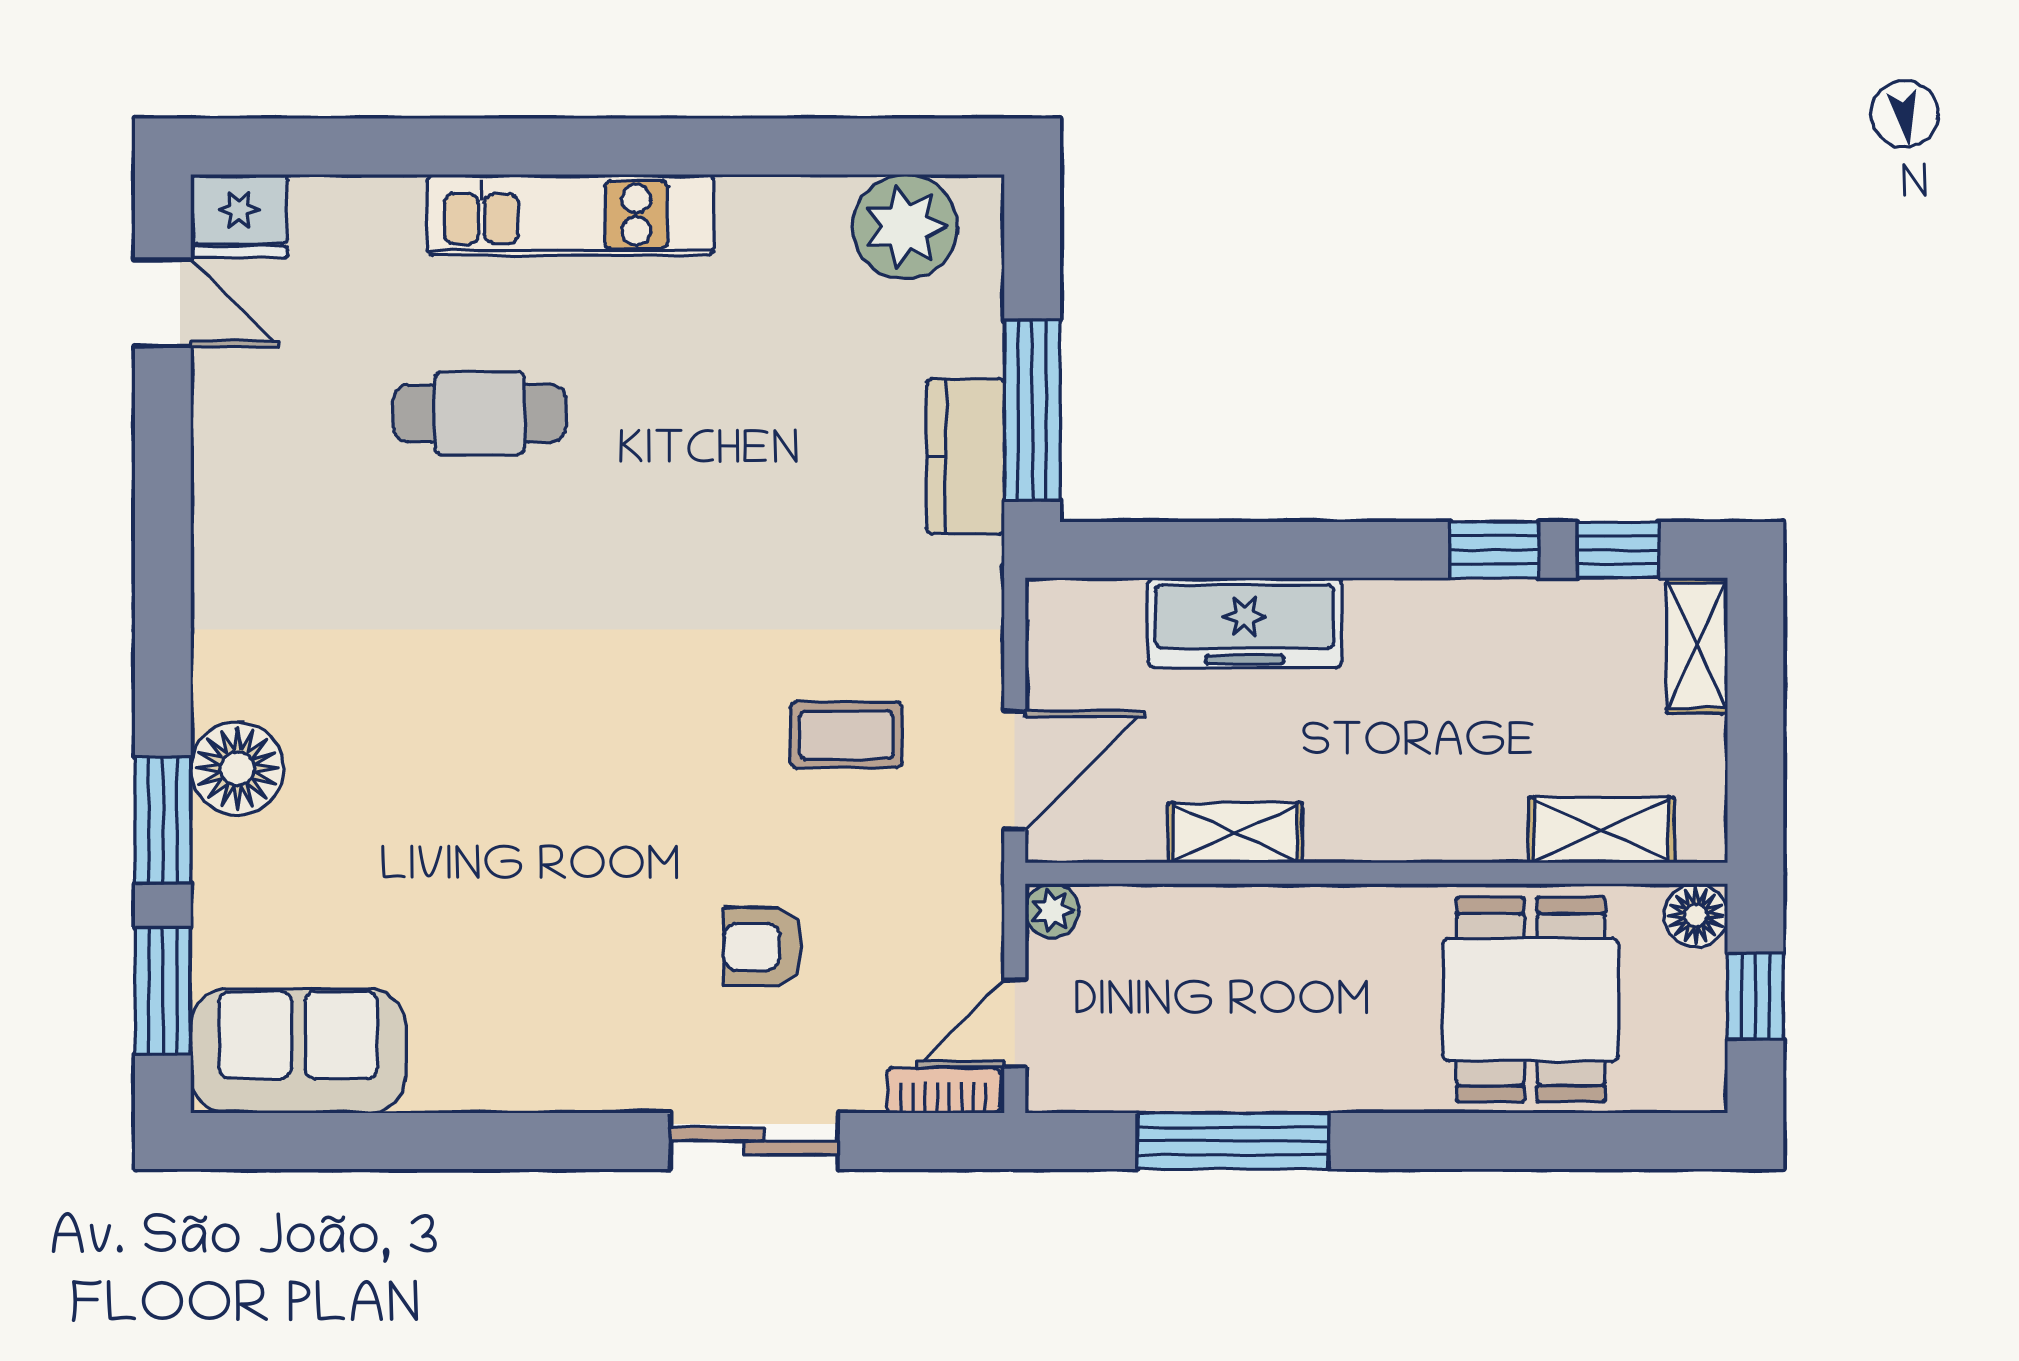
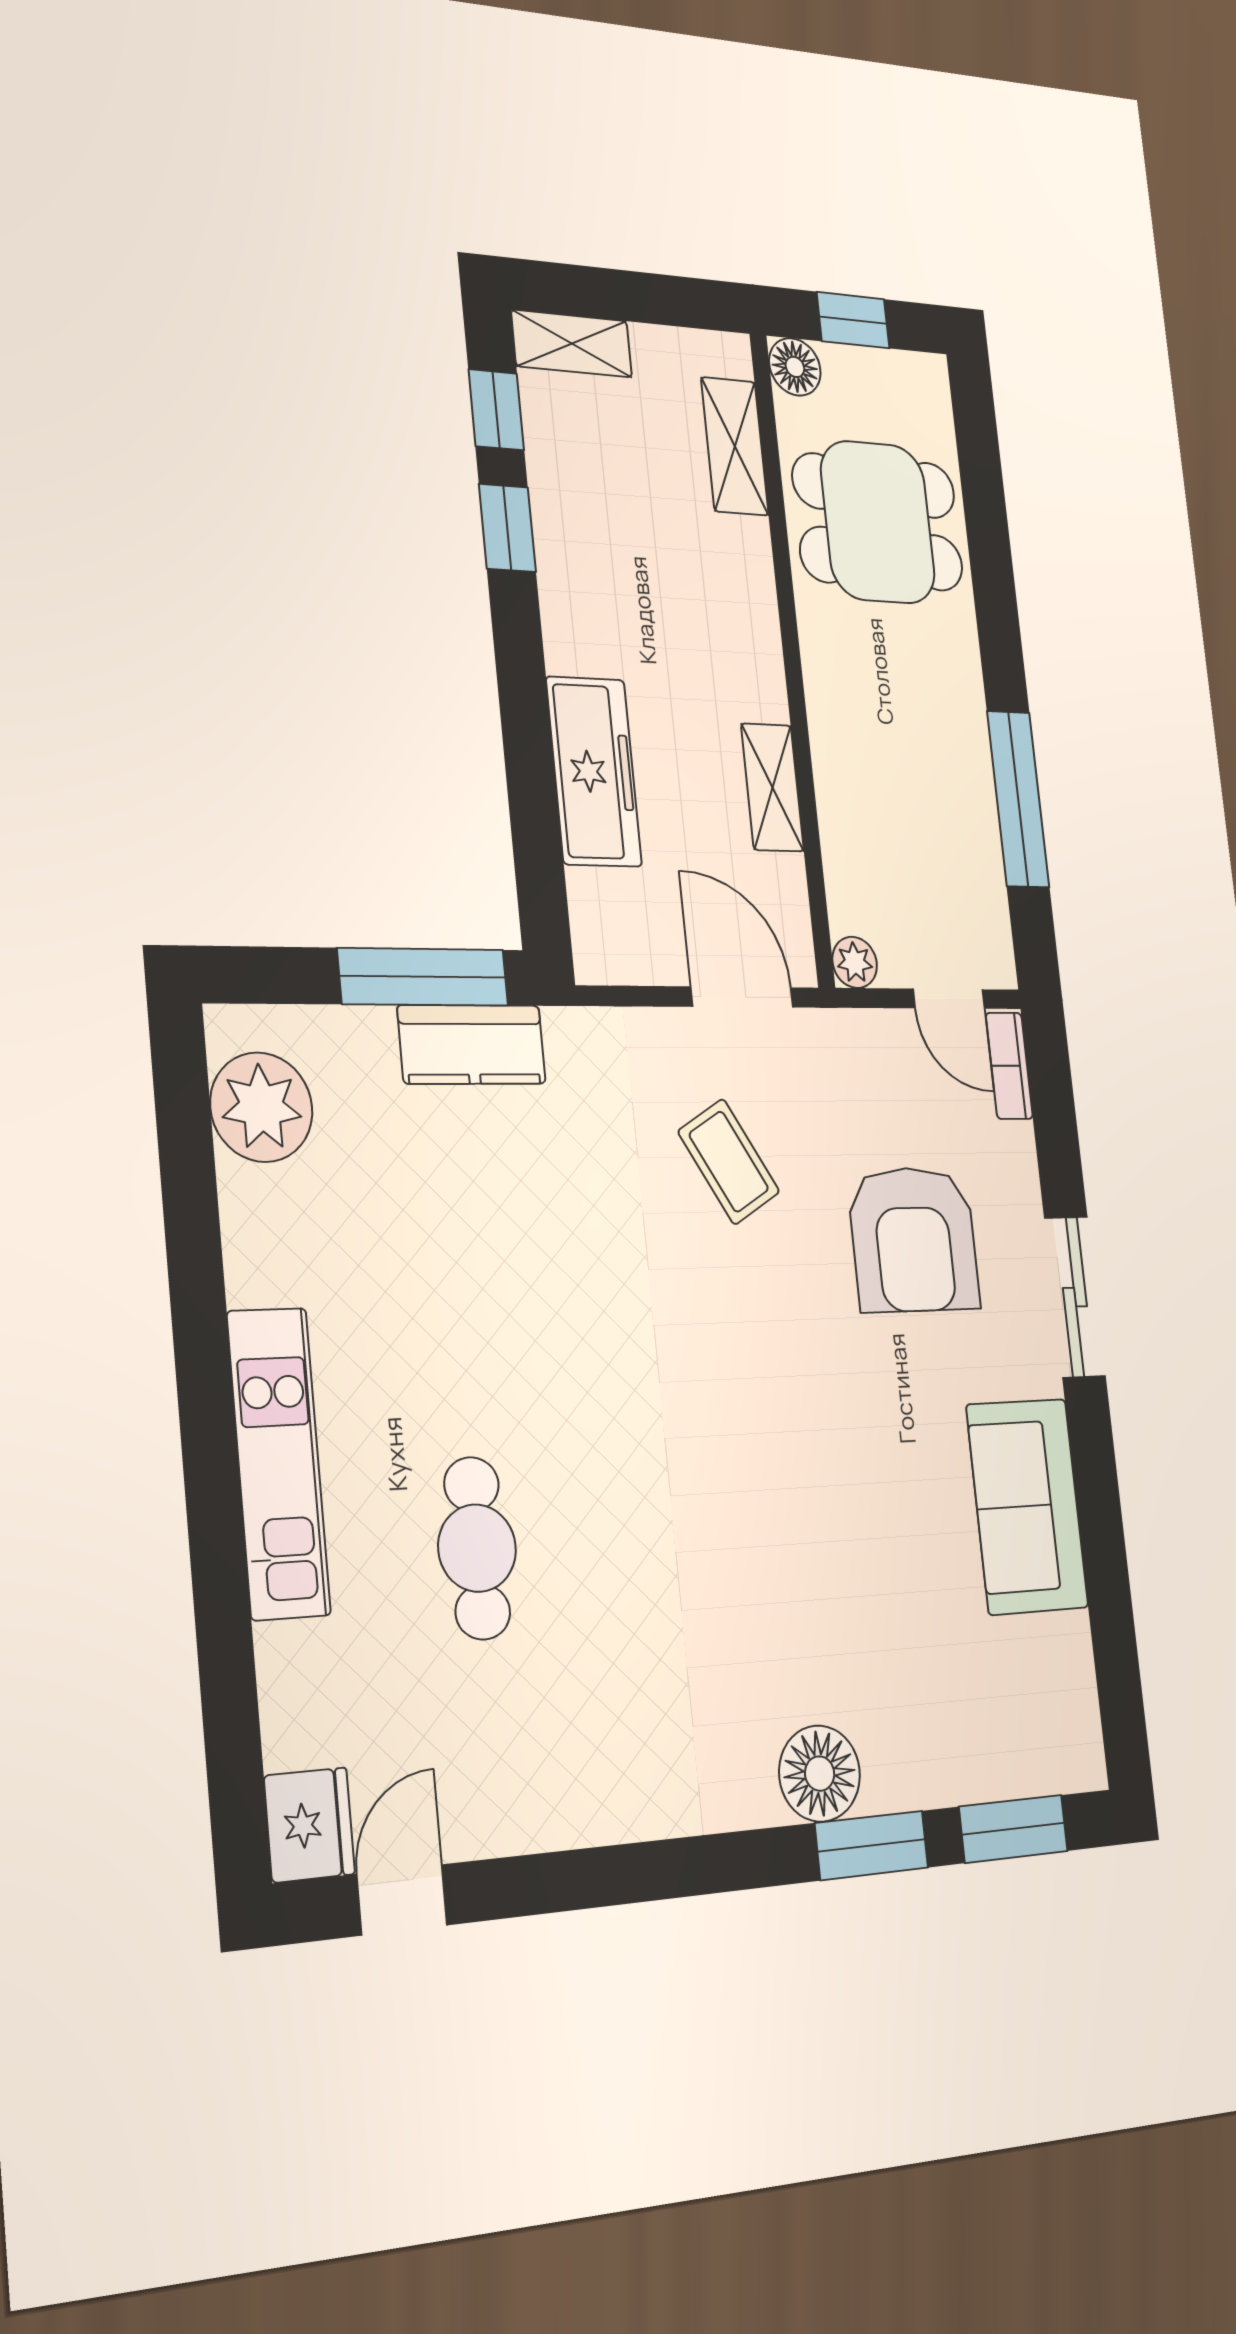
coffee table: (846, 735) -> (729, 1162), turned -30
armchair: (763, 947) -> (914, 1239), width x1.88, depth x1.88
sofa: (298, 1051) -> (1027, 1506), moved
sliding door: (754, 1141) -> (1075, 1297), moved

